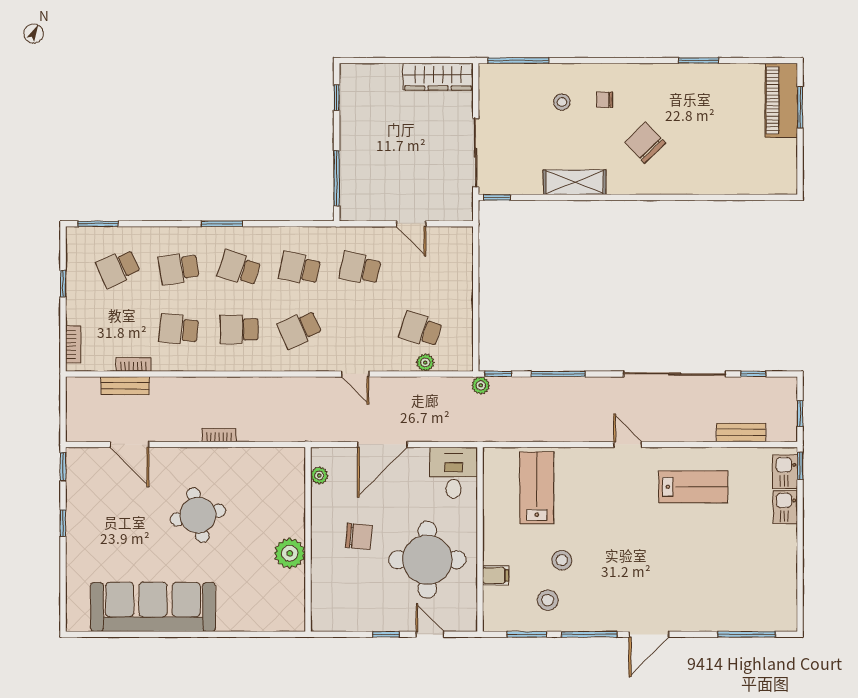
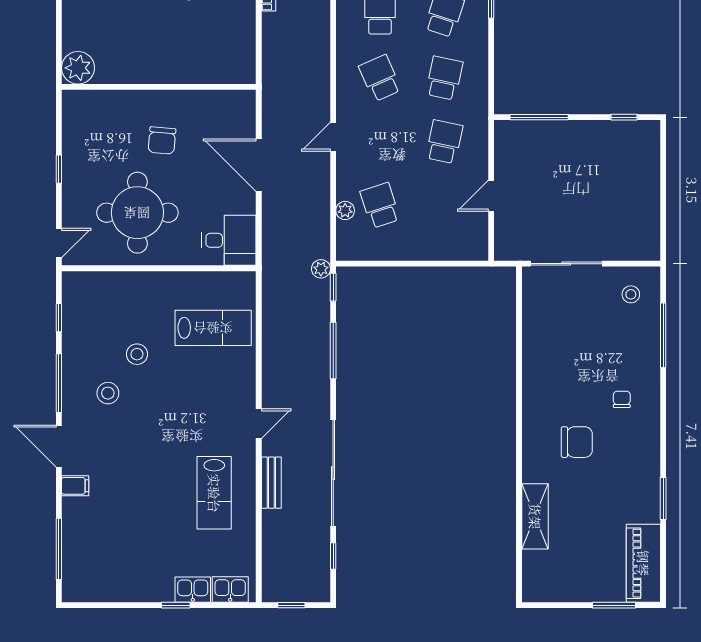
window: (518, 61) -> (663, 335), moved
wardrobe: (438, 77) -> (646, 224), removed
piano: (781, 100) -> (643, 563), moved, turned -90
stool: (562, 102) -> (631, 294), moved
chair: (645, 143) -> (577, 442), turned 44
shelving: (575, 182) -> (535, 516), moved
window: (497, 197) -> (519, 286), removed
school desk: (420, 329) -> (380, 205), turned -36
bench: (741, 433) -> (271, 483), moved
window: (800, 466) -> (176, 605), moved
plant: (319, 475) -> (226, 99), removed
plant: (290, 553) -> (78, 68), moved
filing cabinet: (496, 575) -> (75, 486), moved, turned -90
stool: (548, 600) -> (108, 393), moved
door: (430, 634) -> (59, 243), moved
window: (527, 634) -> (59, 318), width x0.67

